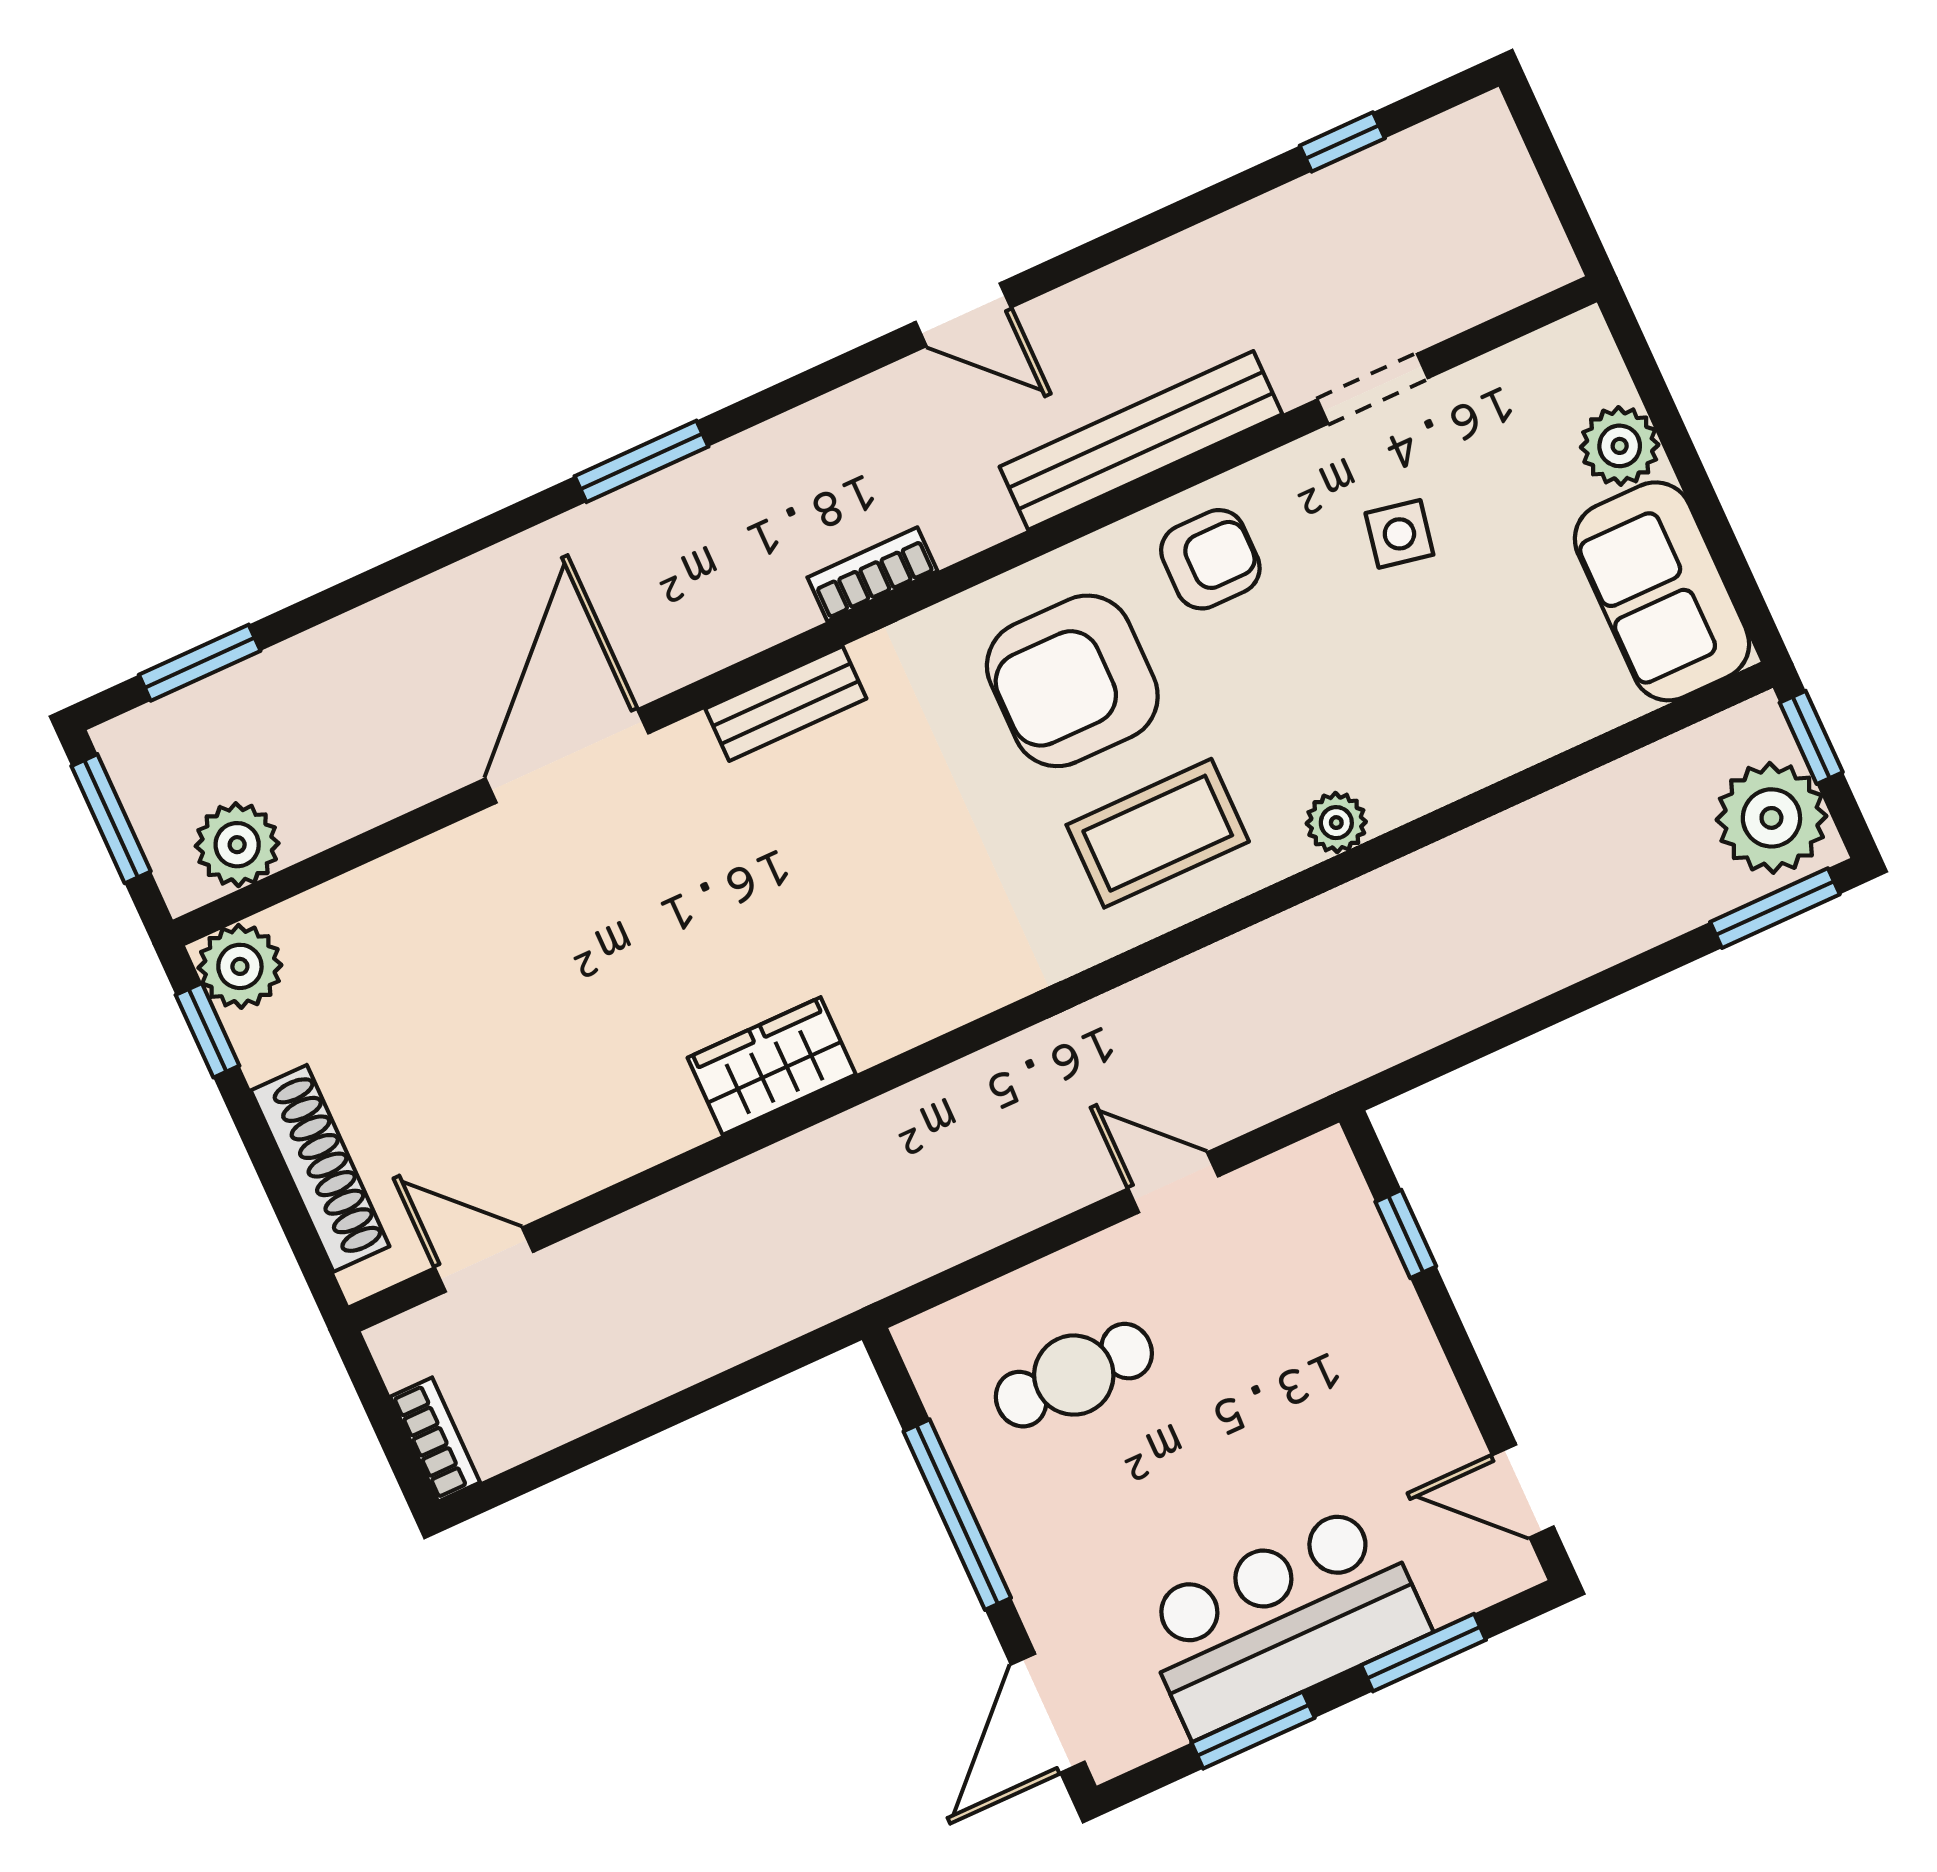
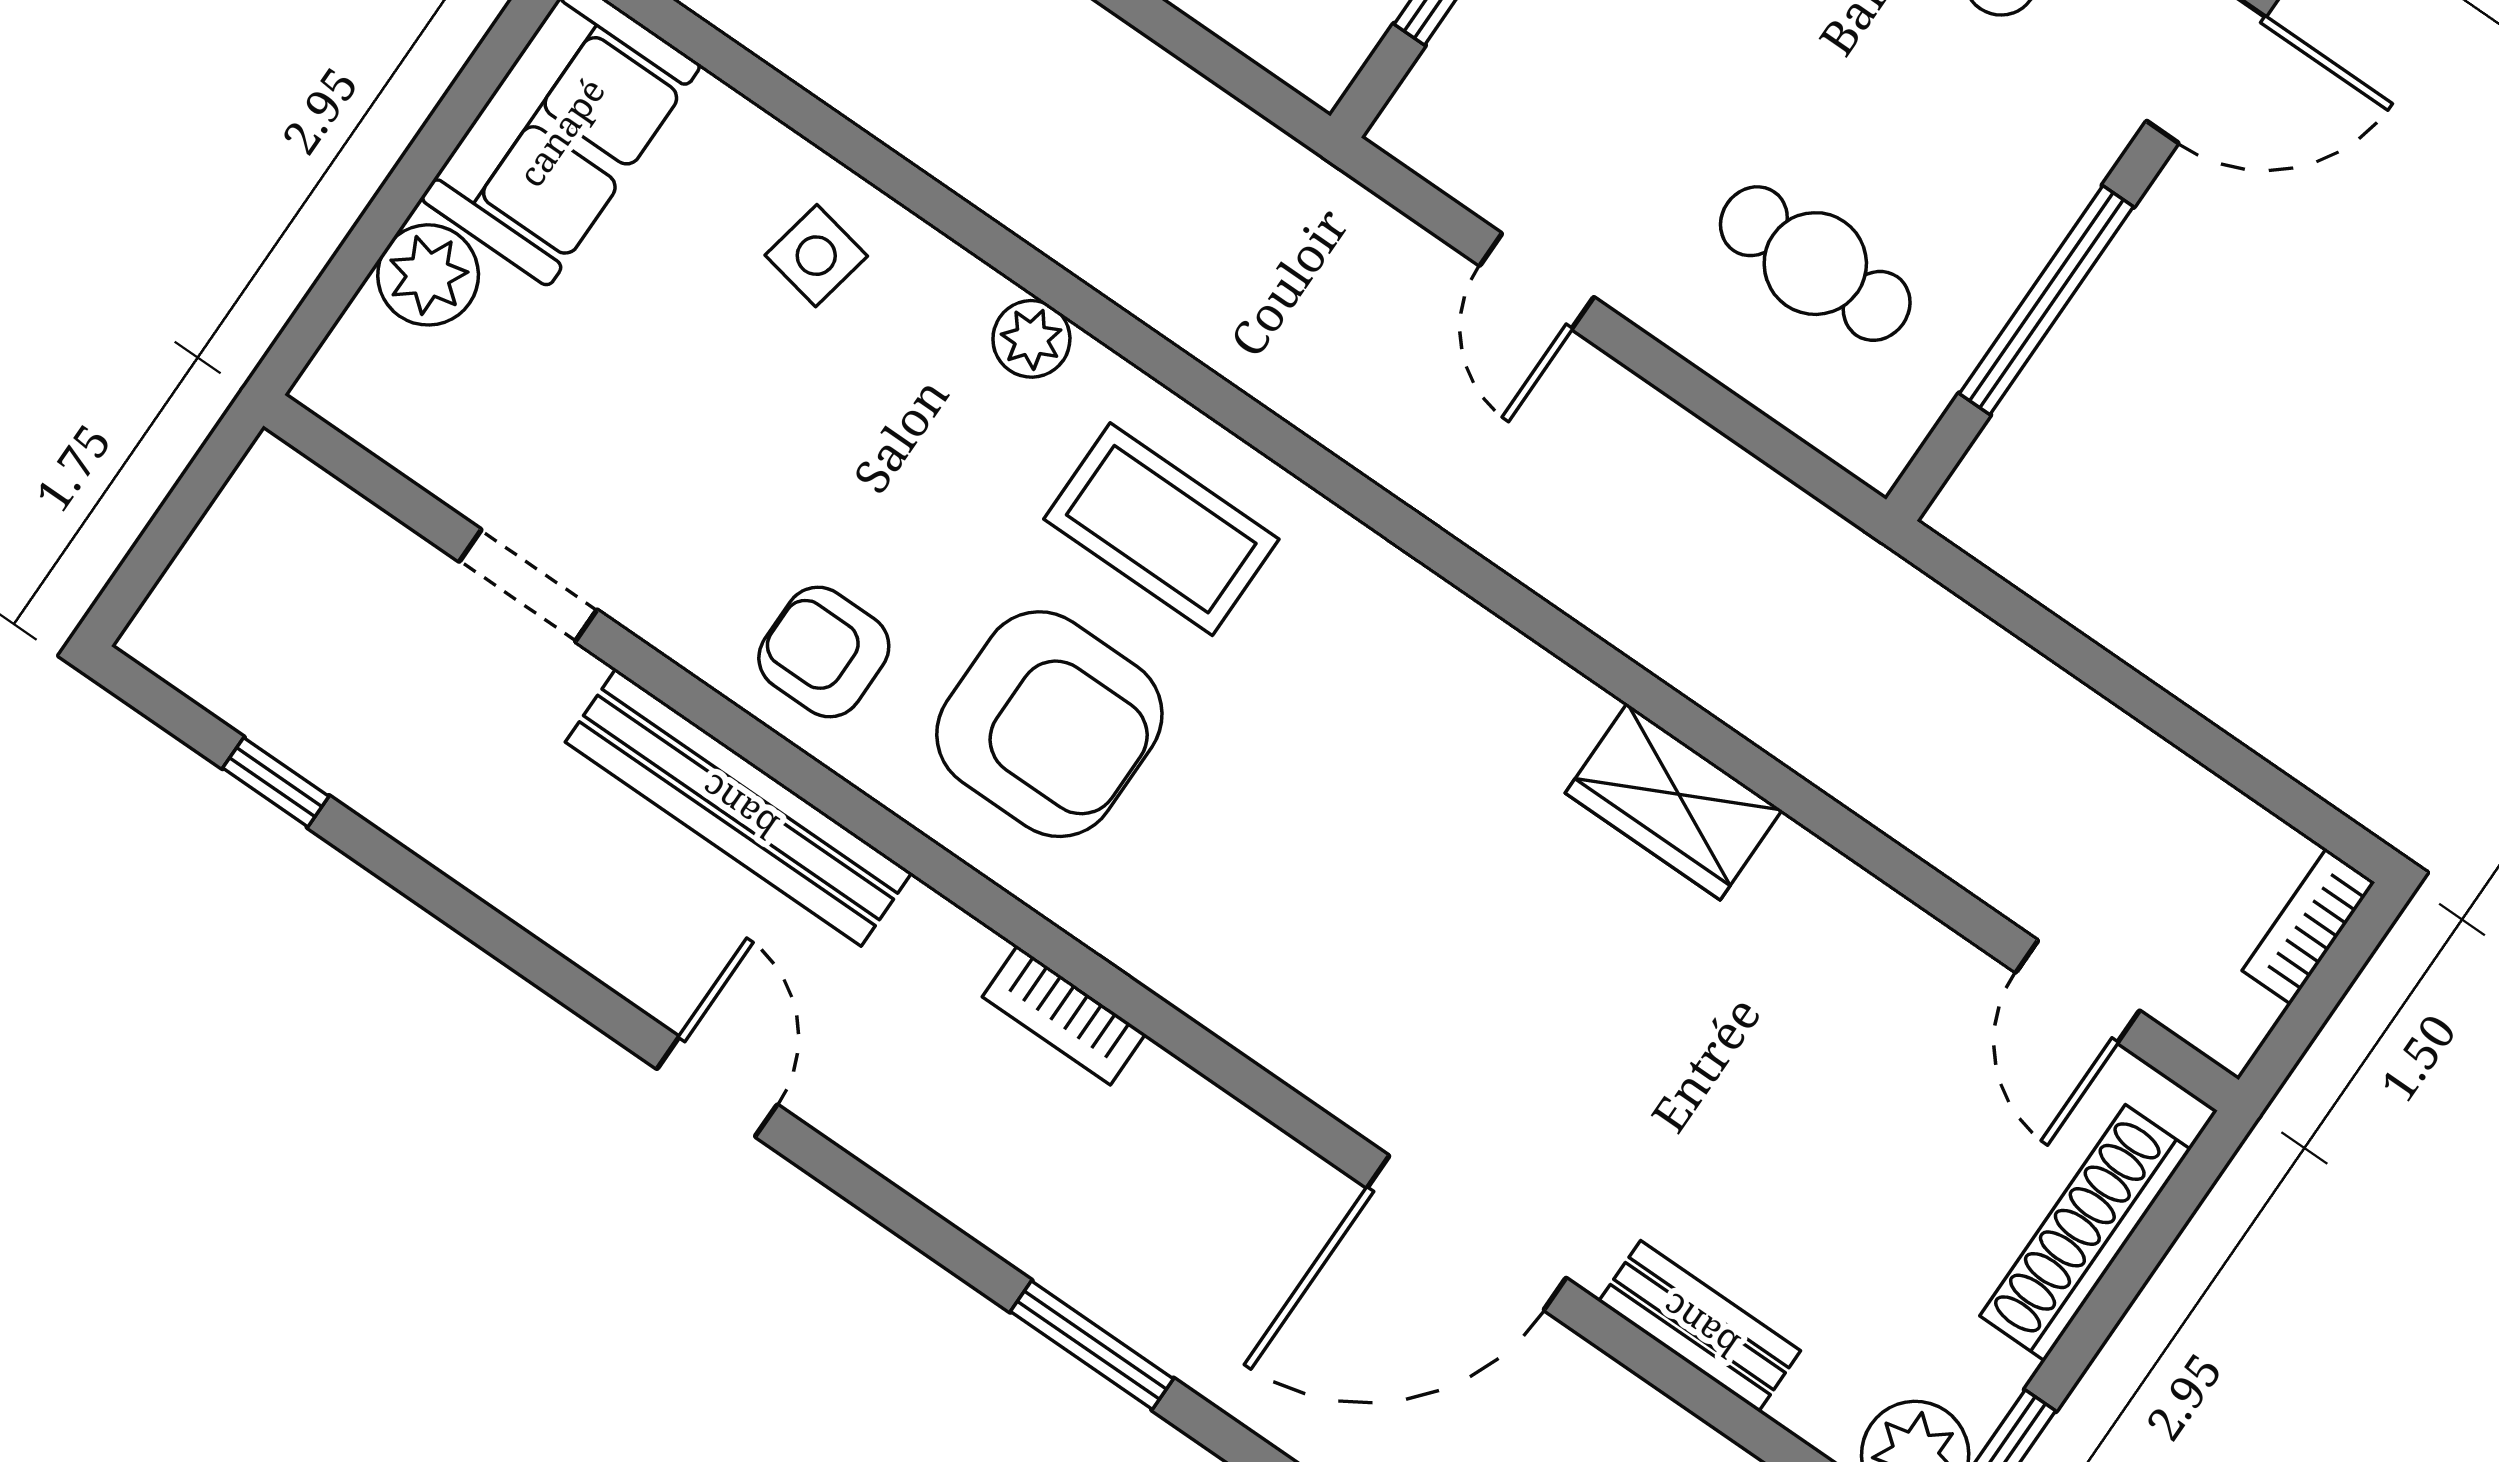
side table: (1399, 534) -> (816, 256), moved
bench: (786, 704) -> (1700, 1326), moved

